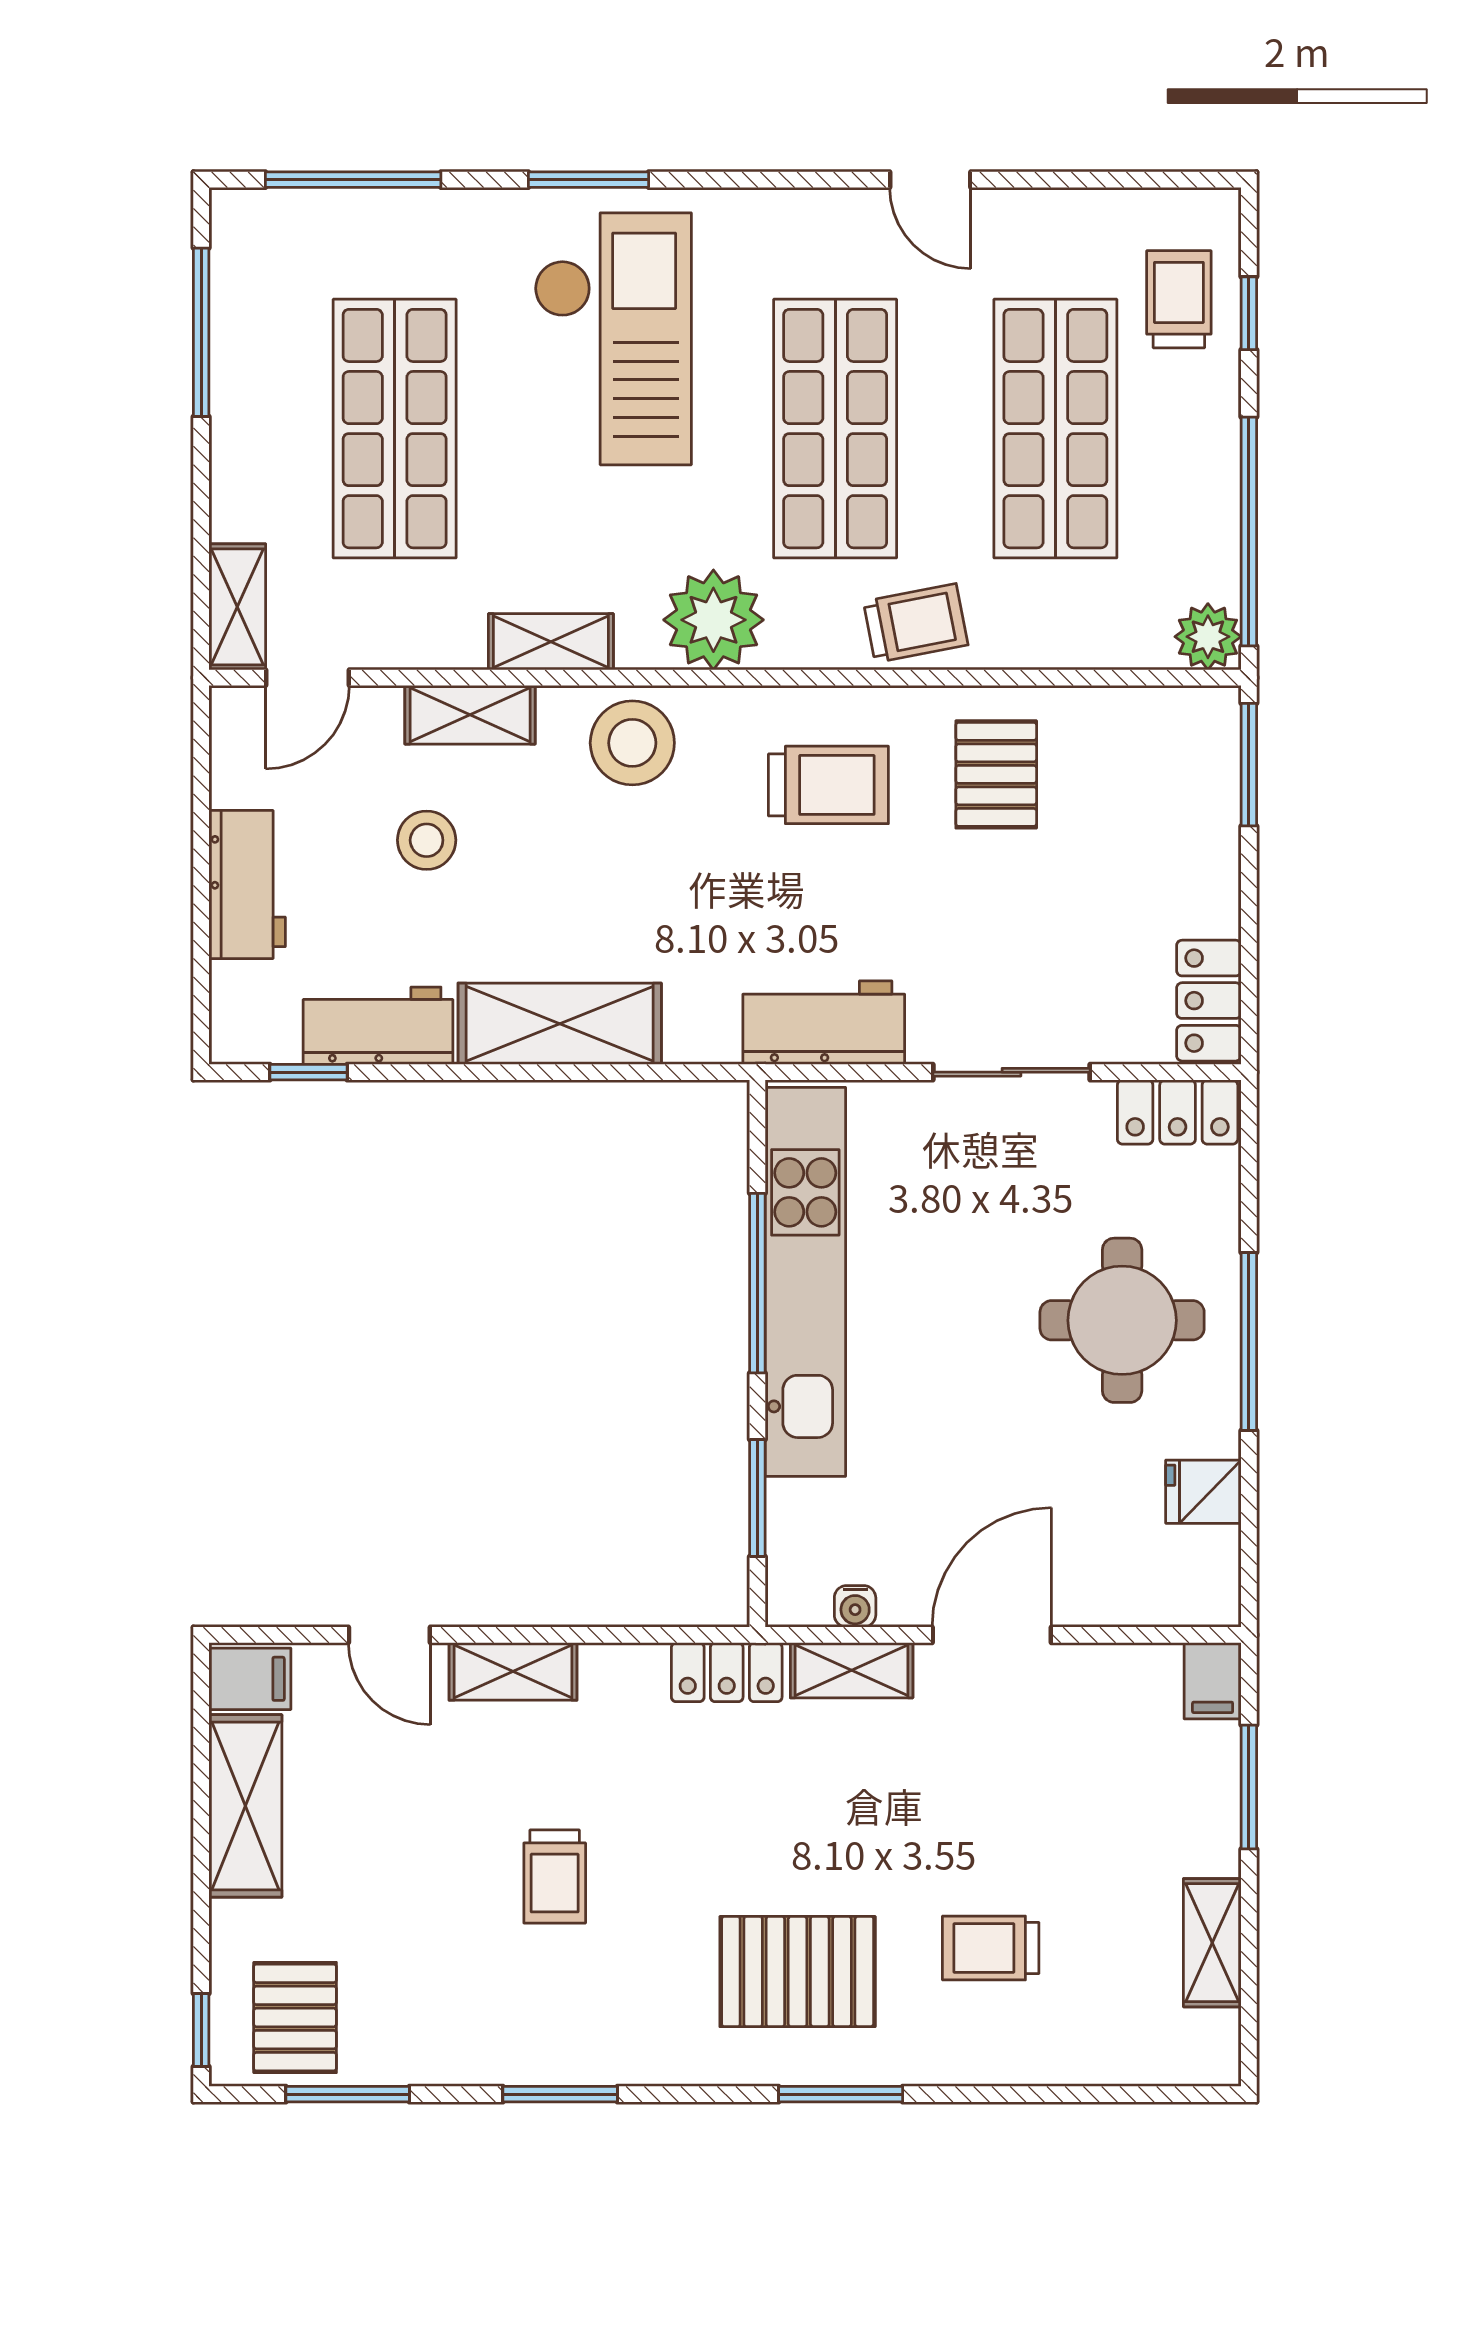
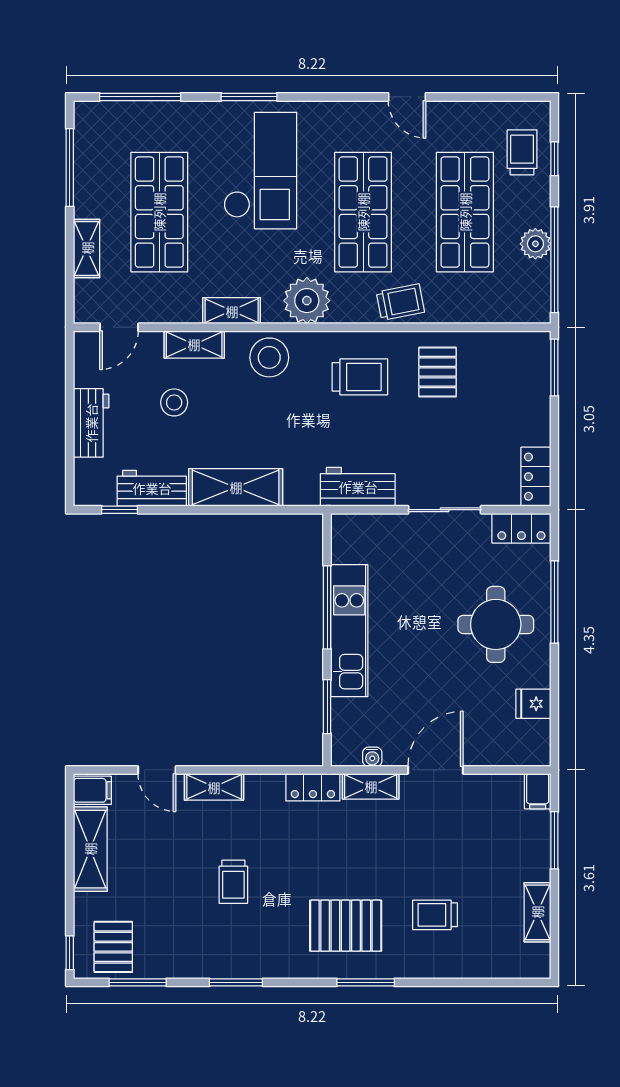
shelving: (237, 607) -> (87, 248), moved
plant: (1208, 637) -> (535, 244), moved
kitchen unit: (805, 1282) -> (349, 631), width x0.73
window: (1249, 1342) -> (554, 602), moved

